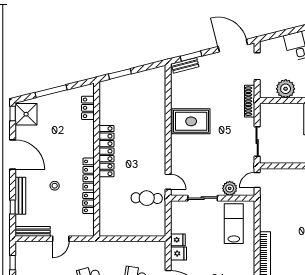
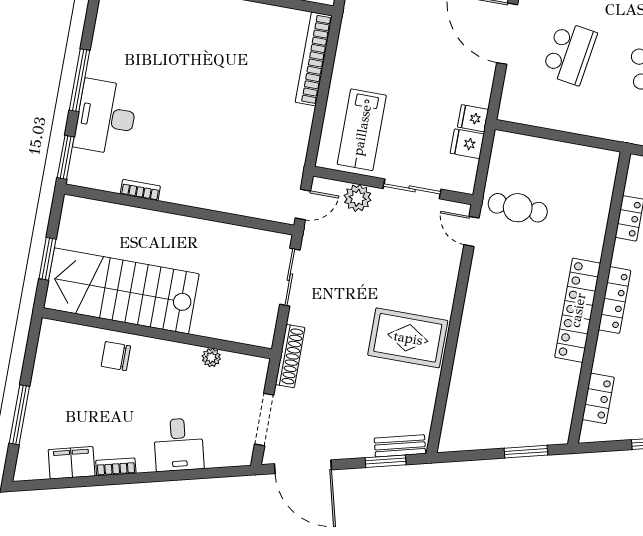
plant: (286, 89) -> (211, 358), width x0.53, depth x0.53
locker: (89, 174) -> (615, 300), moved
fridge: (178, 253) -> (467, 144), moved

